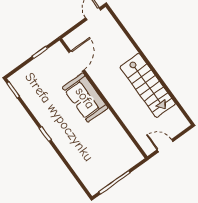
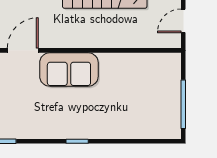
door: (76, 61) -> (23, 50), hinge flipped

